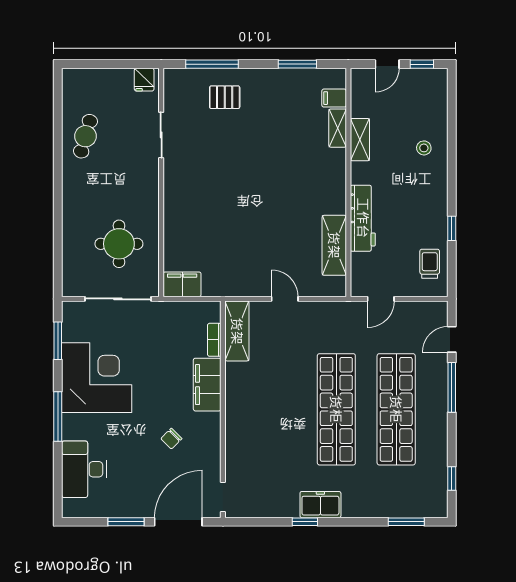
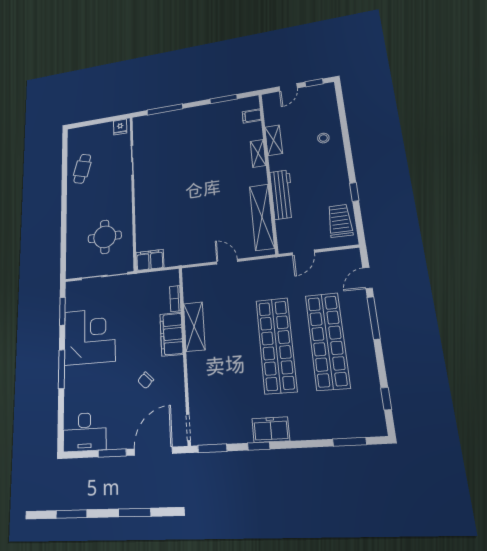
pallet: (225, 97) -> (174, 129), removed
shelving: (338, 128) -> (258, 153), moved
shelving: (334, 245) -> (262, 217), width x1.47
trolley: (430, 264) -> (340, 221), width x1.36, depth x1.39
shelving: (237, 331) -> (194, 327), moved
desk: (84, 469) -> (85, 432), moved, turned -90
window: (250, 522) -> (212, 448), added

